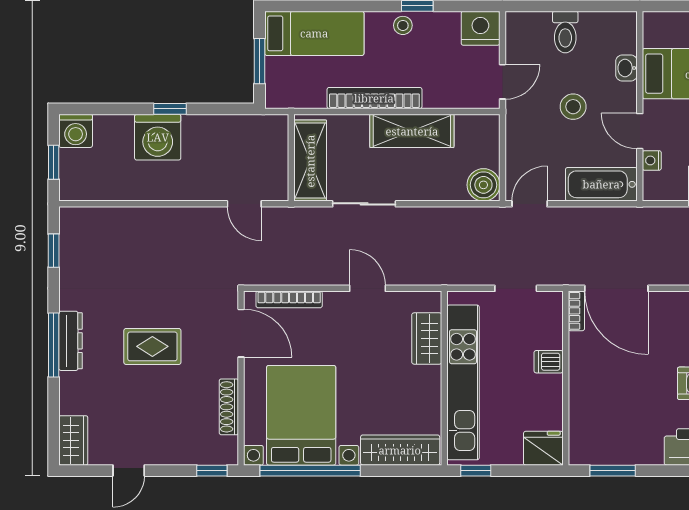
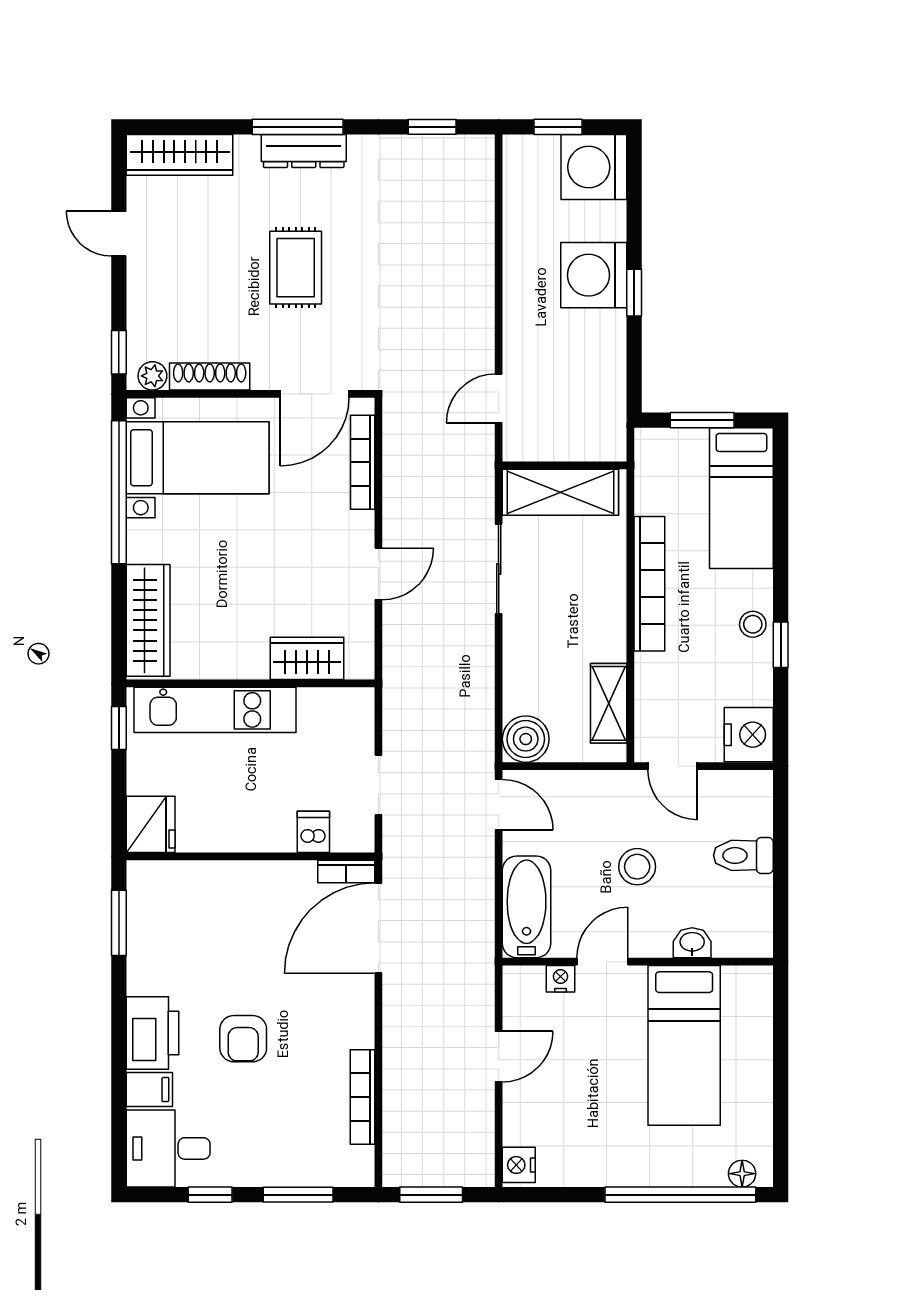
washing machine: (76, 131) -> (594, 167), width x1.37, depth x1.37
shelving: (412, 131) -> (609, 703), moved, width x0.67, depth x0.75
dishwasher: (549, 362) -> (313, 832), moved
kitchen unit: (463, 382) -> (215, 710), width x0.73
bed with nightstands: (301, 415) -> (198, 458), width x0.73
wardrobe: (73, 440) -> (180, 155), width x1.50
plant: (228, 447) -> (152, 376), added

